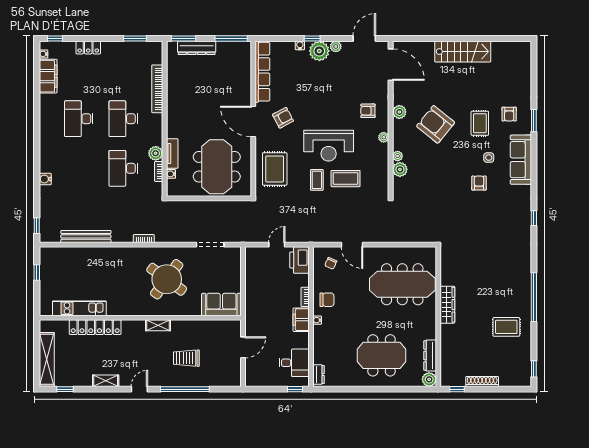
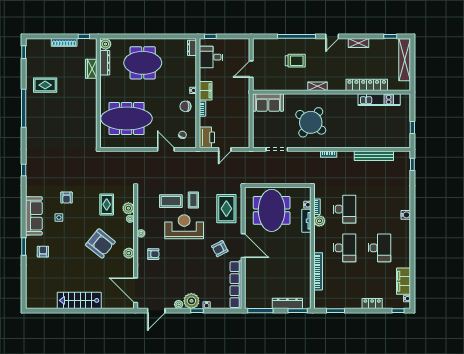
rug: (480, 123) -> (107, 204), moved
water cooler: (45, 179) -> (406, 215), moved
wardrobe: (447, 305) -> (91, 69), moved, width x0.67

